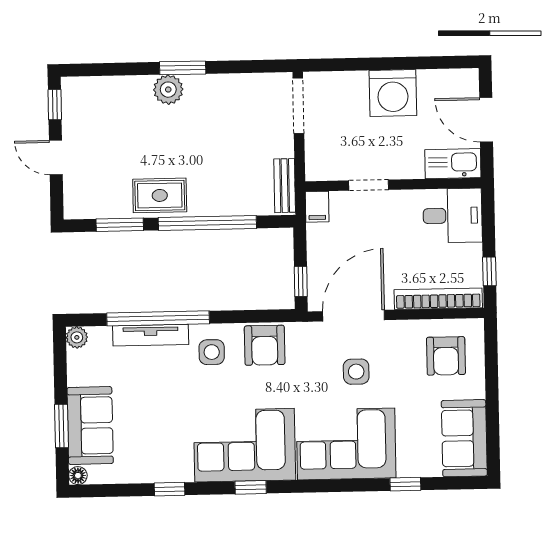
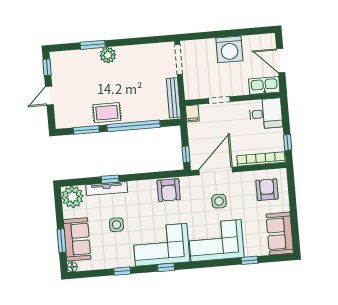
window: (183, 68) -> (93, 45), moved
door: (56, 157) -> (49, 96), hinge flipped
bench: (285, 186) -> (174, 98), width x1.36
window: (158, 318) -> (110, 179), width x0.32
plant: (77, 337) -> (72, 197), width x1.87, depth x1.87
side table: (212, 352) -> (116, 225), moved
armchair: (446, 356) -> (267, 190), turned 180

